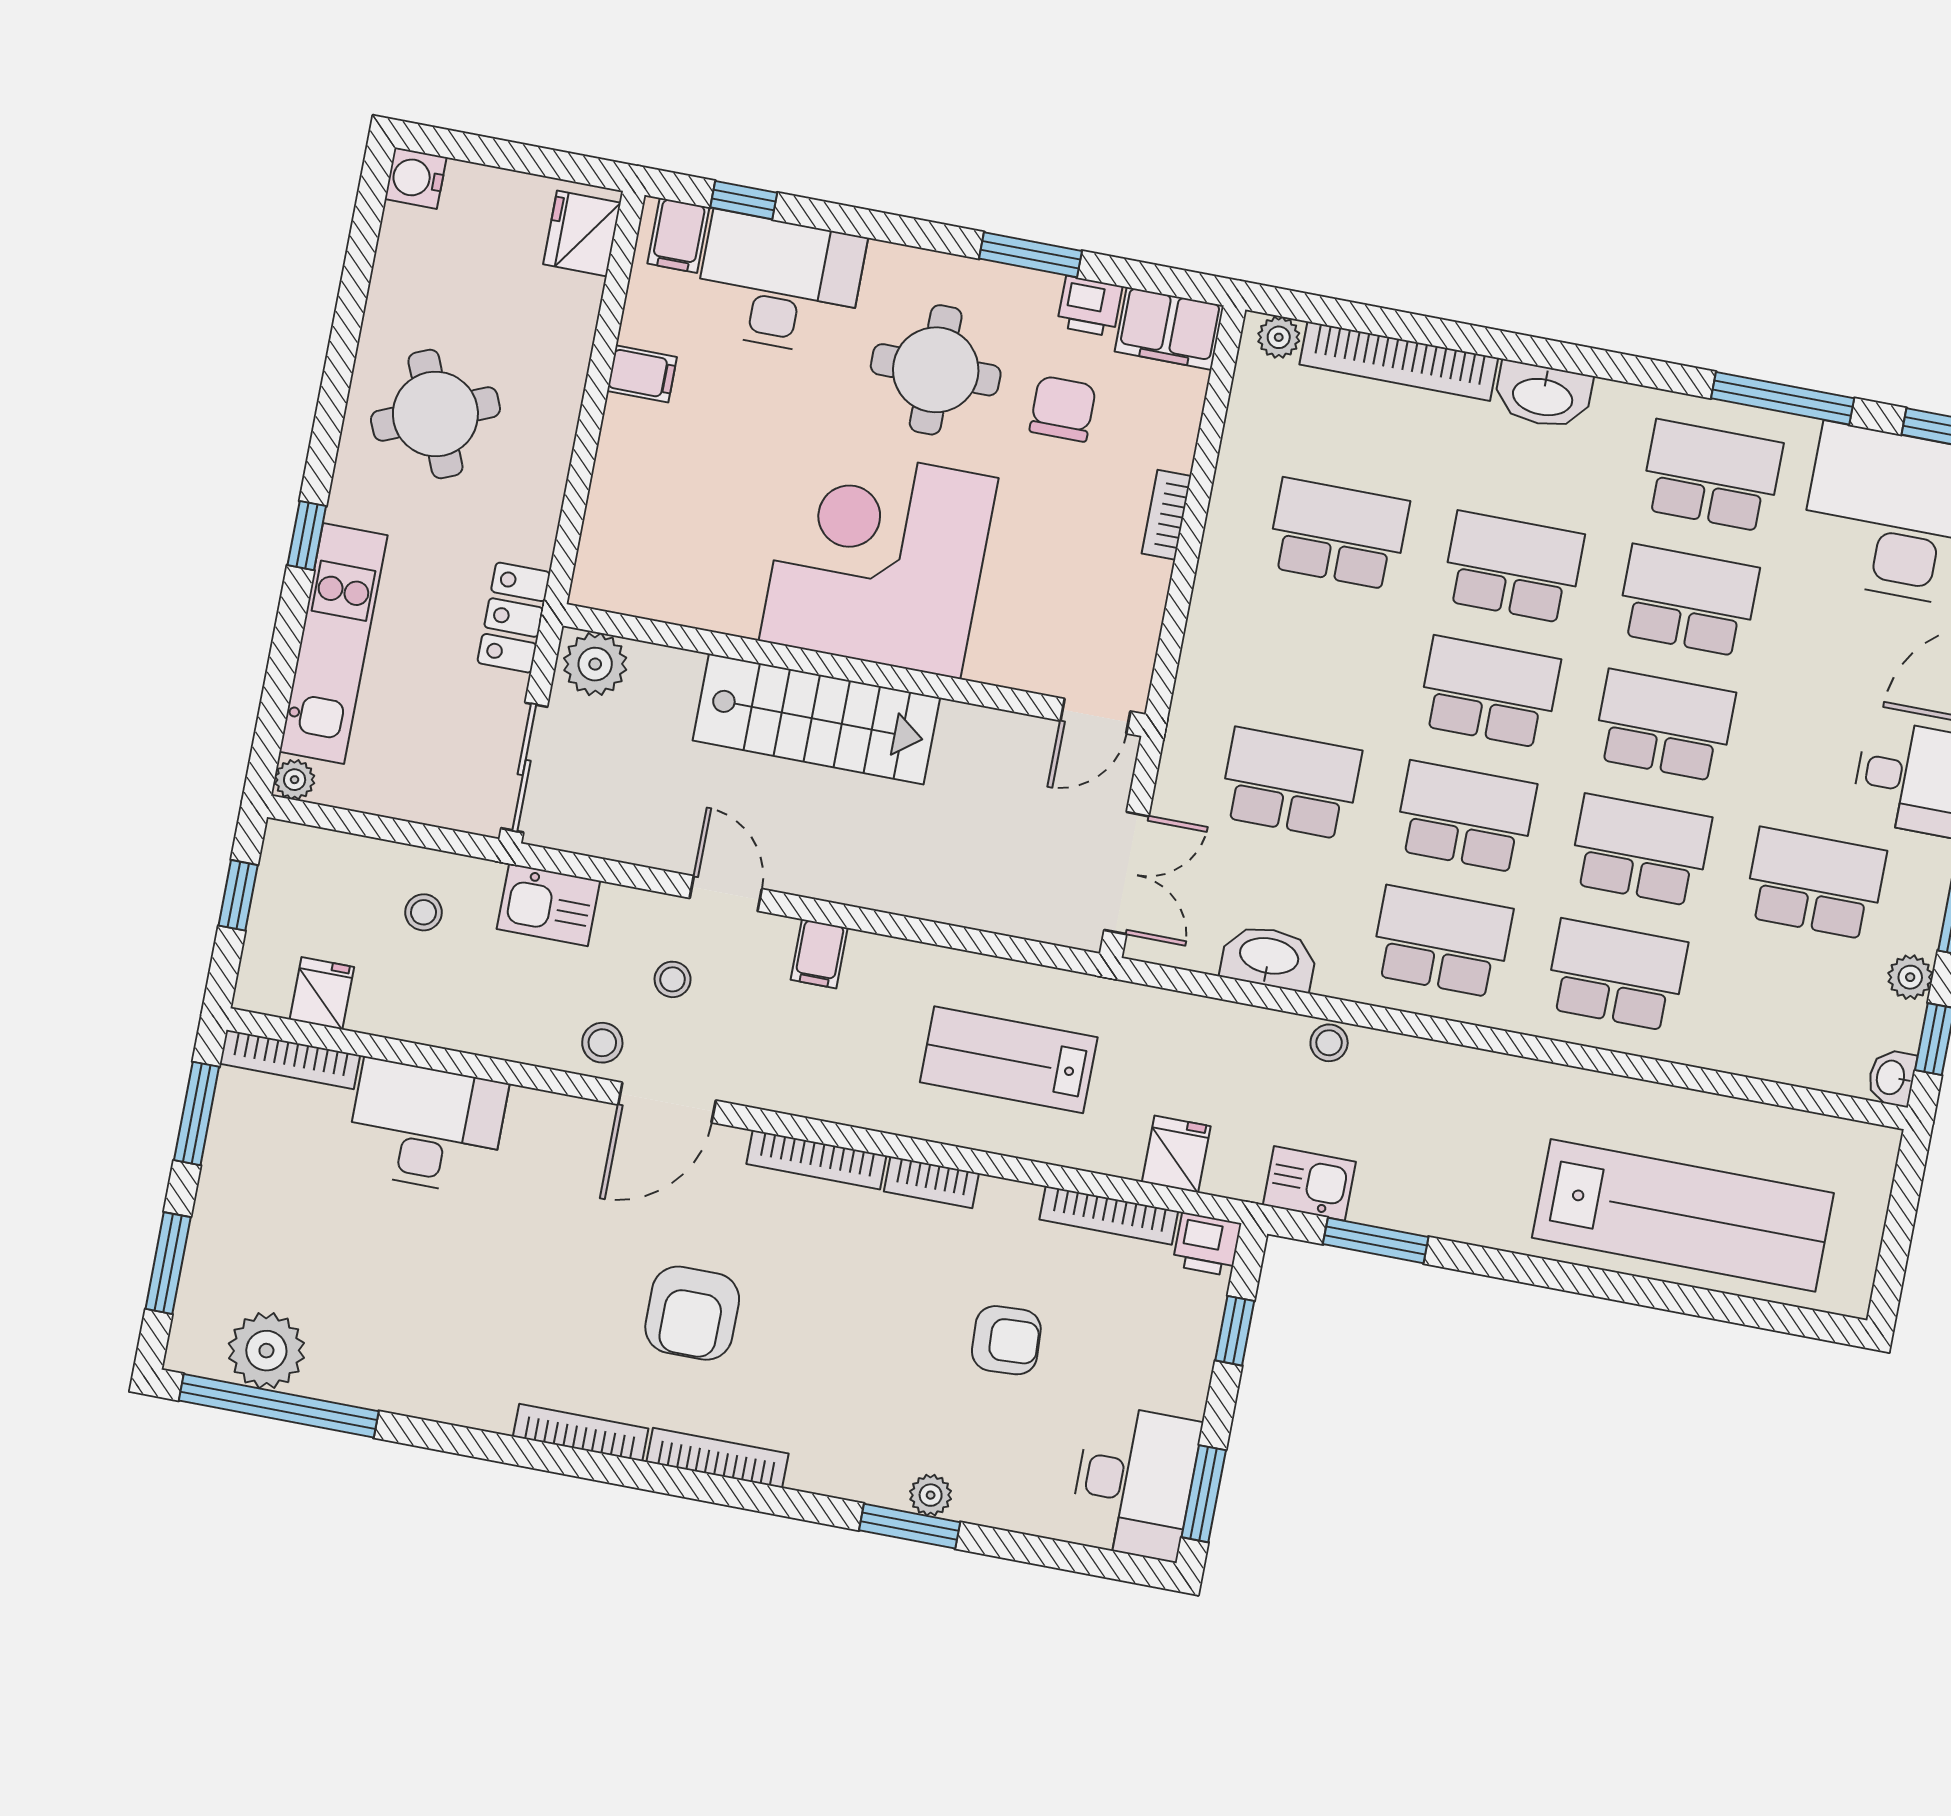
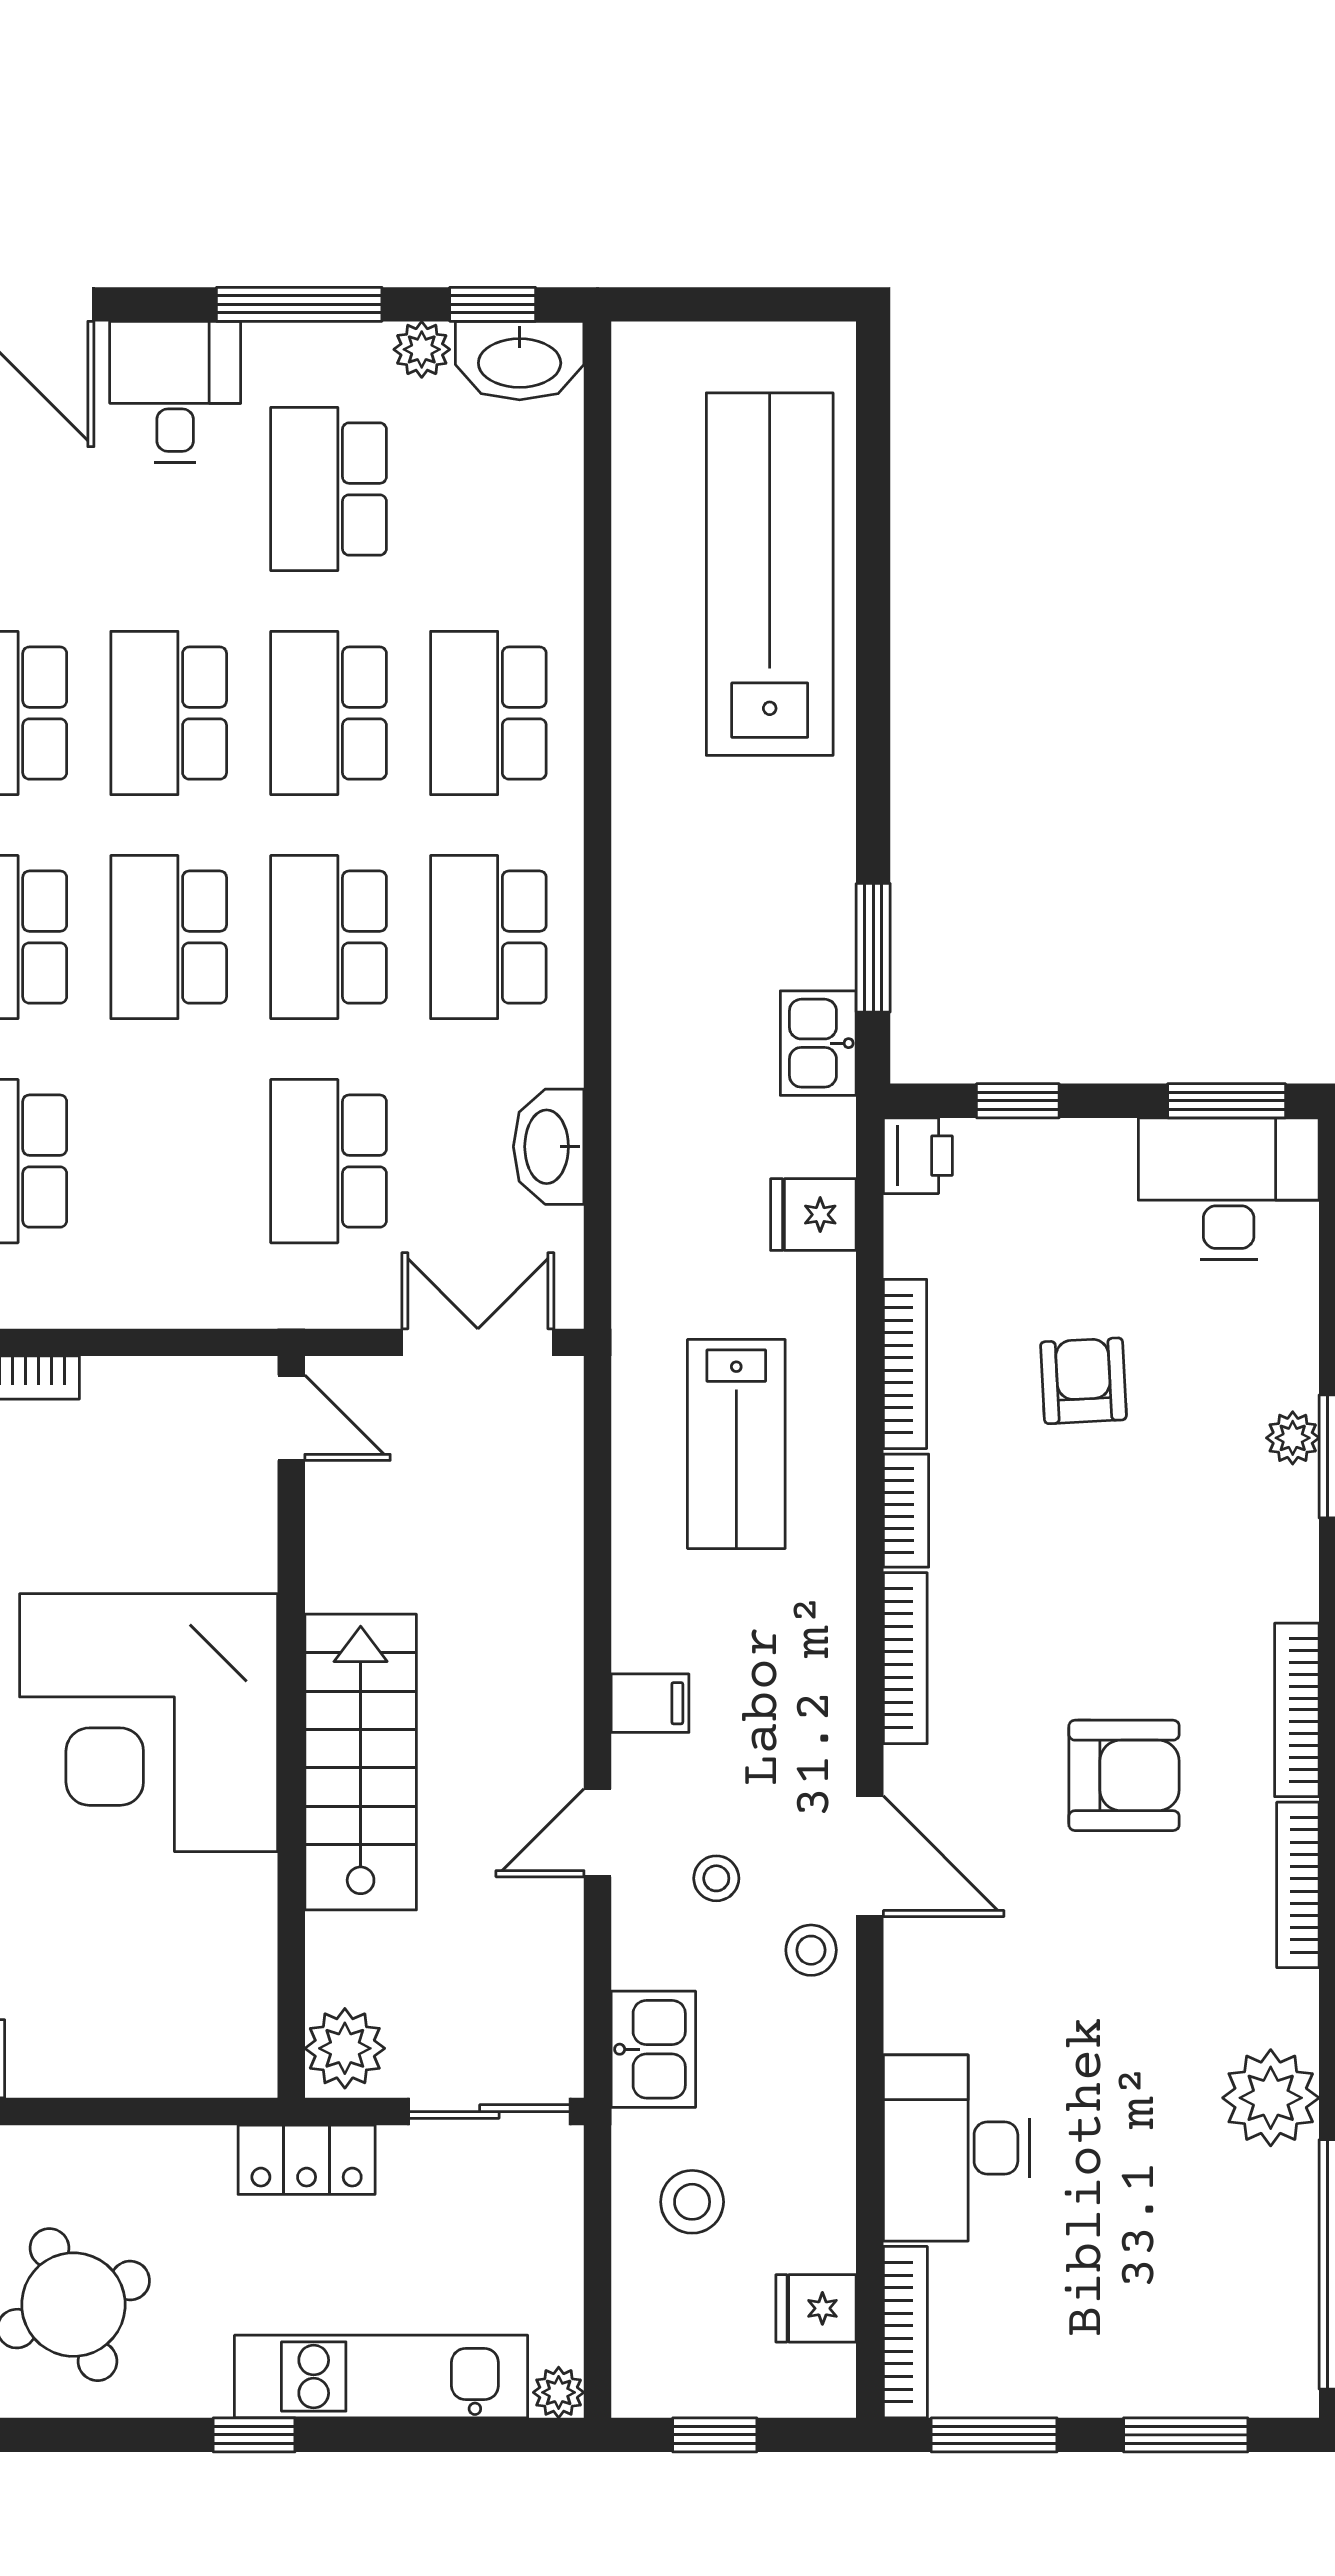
stool: (424, 912) -> (692, 2202), width x1.37, depth x1.37
stool: (1329, 1043) -> (640, 1052), removed
washbasin: (1892, 1078) -> (520, 361), width x1.91, depth x1.45
bookcase: (1109, 1215) -> (905, 1364), moved
plant: (266, 1351) -> (1271, 2098), moved

